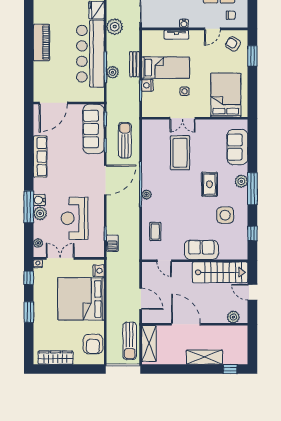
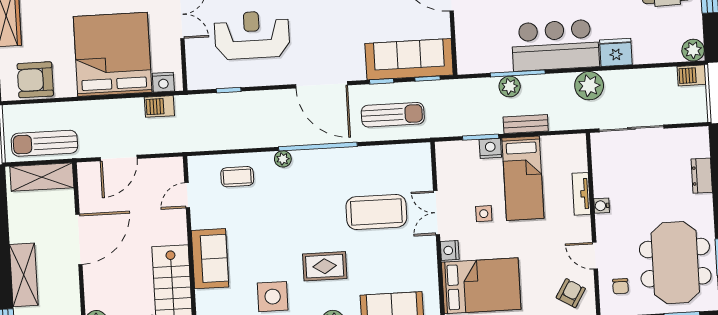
bar counter: (90, 54) -> (555, 45), width x0.73
nightstand: (205, 112) -> (450, 250), added
plant: (147, 195) -> (283, 159), moved
barbecue: (112, 243) -> (159, 106), moved

